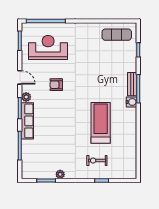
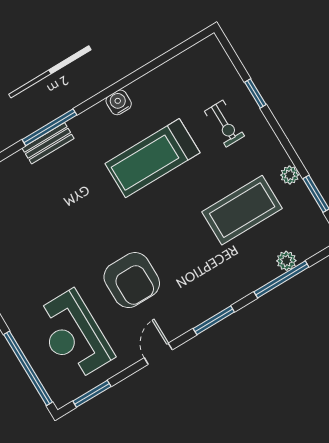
armchair: (56, 85) -> (132, 280), width x1.88, depth x1.88
plant: (26, 97) -> (286, 261), moved
water cooler: (131, 102) -> (119, 102), moved
row of seats: (27, 121) -> (229, 293), removed
coffee table: (58, 146) -> (242, 210), added

